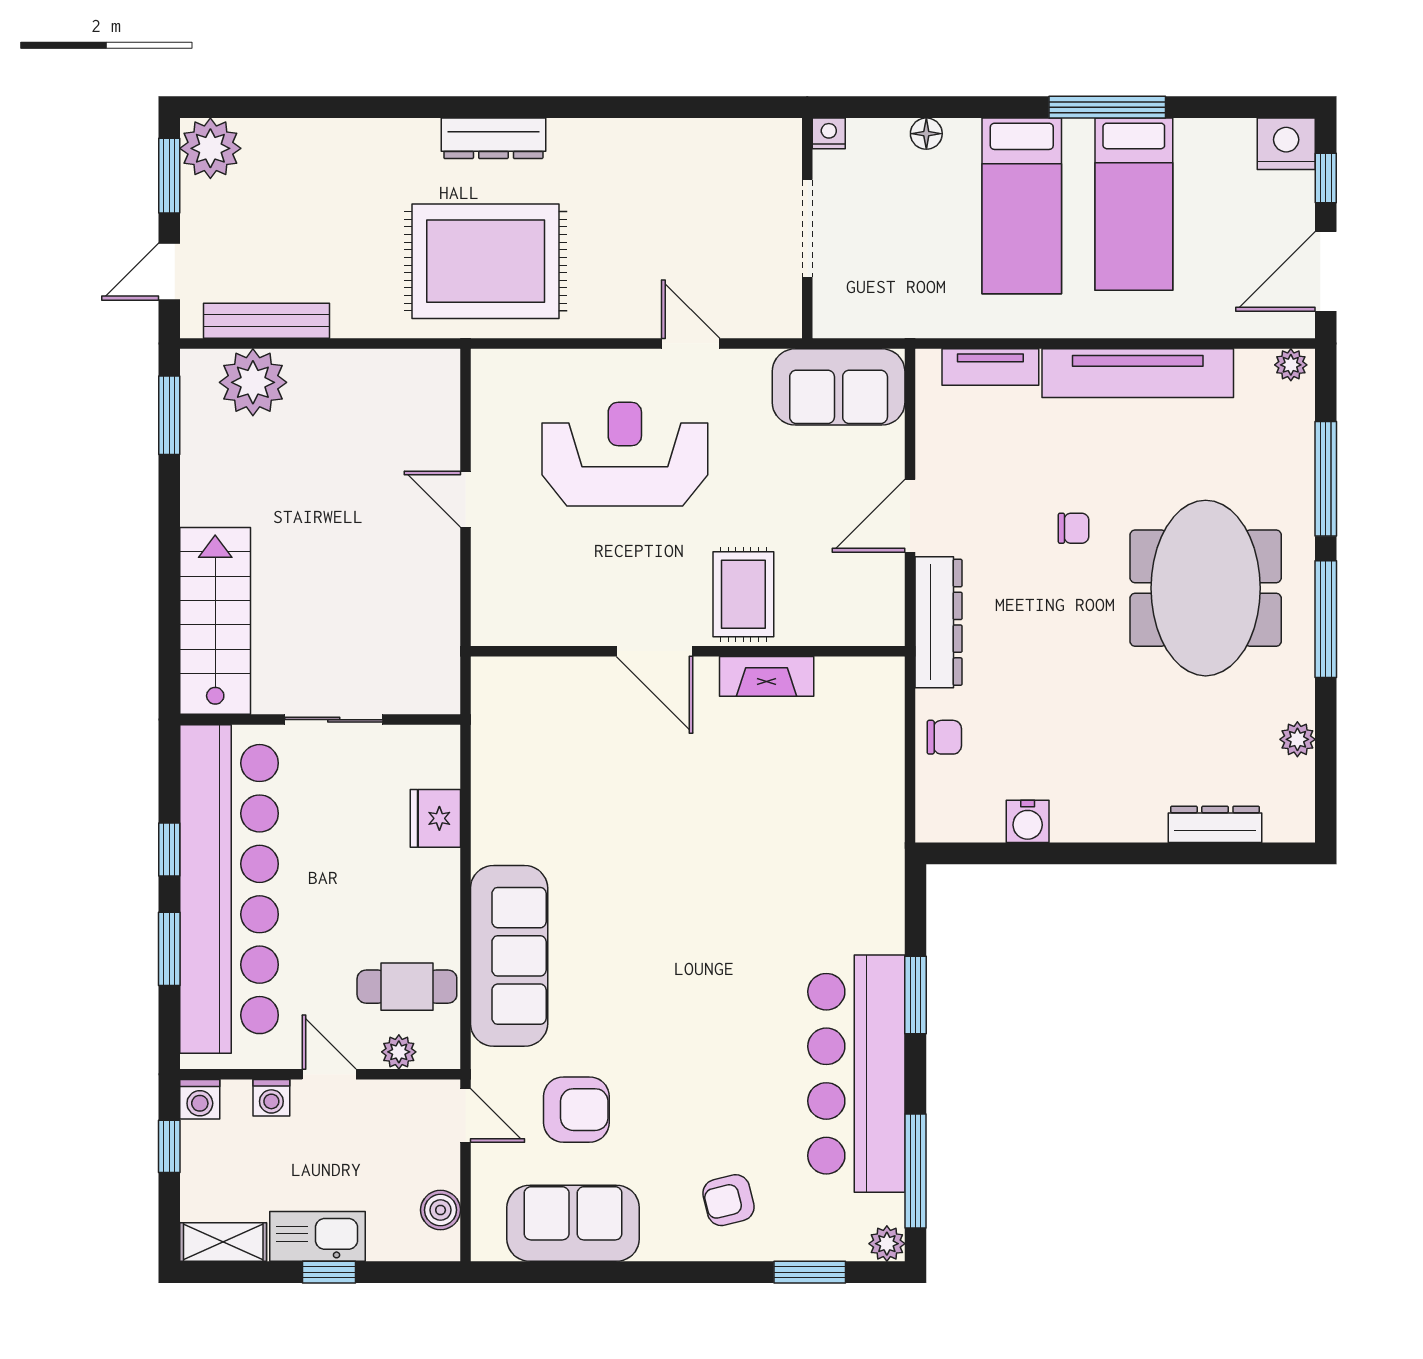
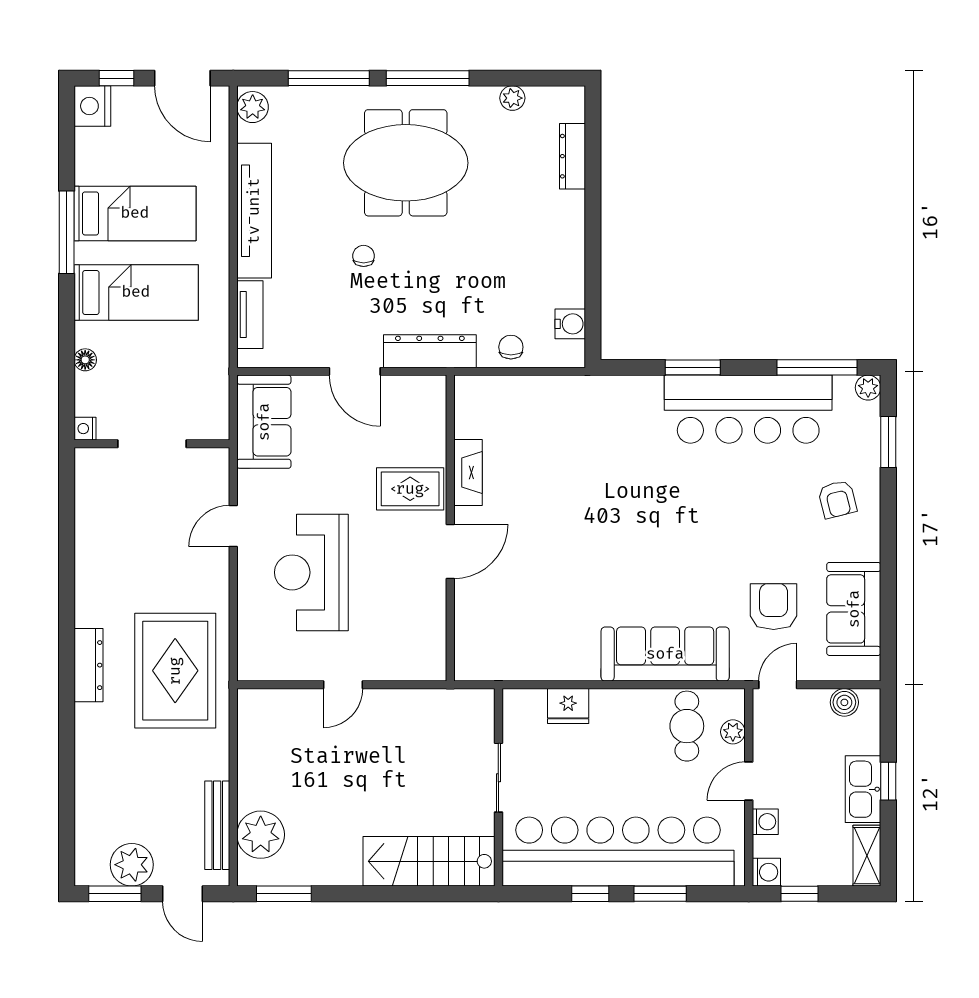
plant: (210, 148) -> (132, 865), moved
plant: (1291, 365) -> (253, 107), width x1.38, depth x1.38
water cooler: (1028, 821) -> (570, 324), moved

